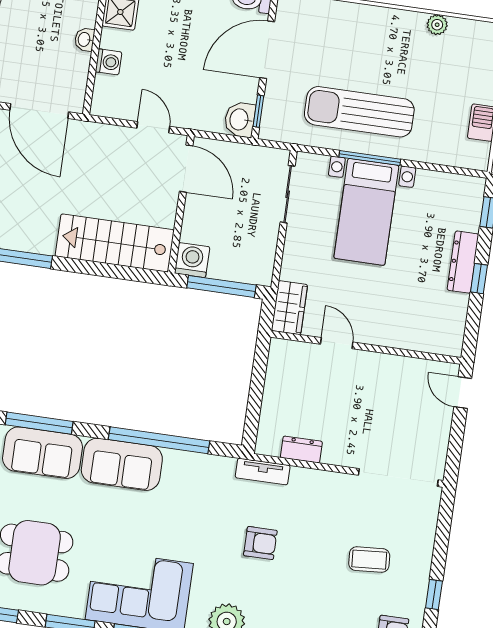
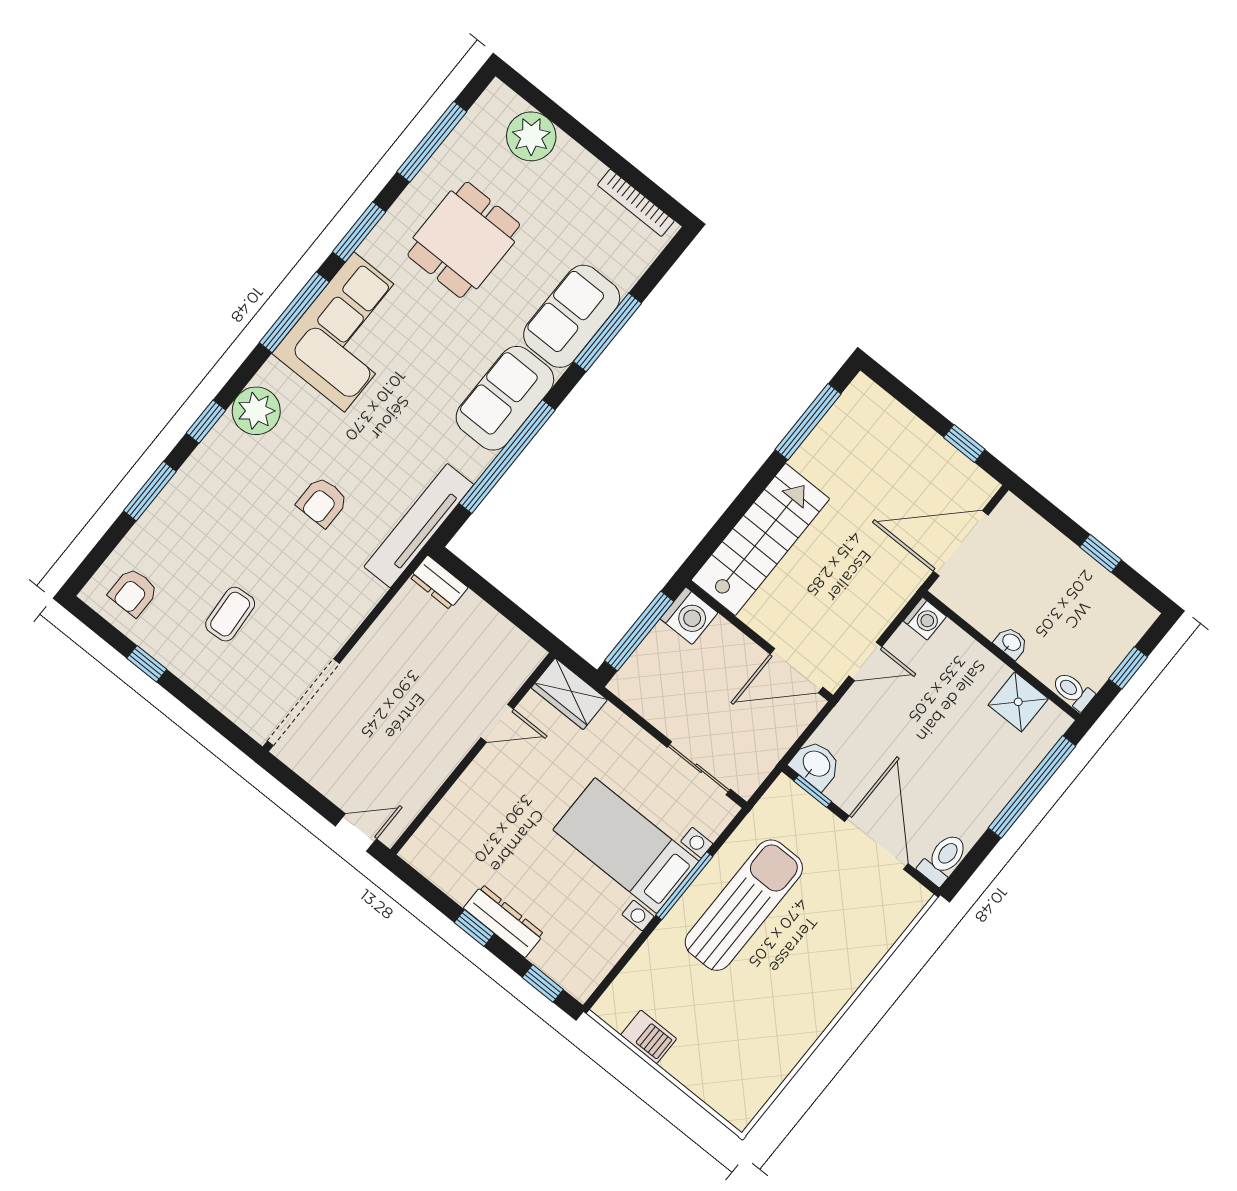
plant: (437, 25) -> (790, 1052), removed
washing machine: (109, 62) -> (925, 619), moved, turned -90
dresser: (301, 449) -> (439, 582), moved, turned 90
tv unit: (263, 472) -> (419, 526), width x1.92, depth x1.29

